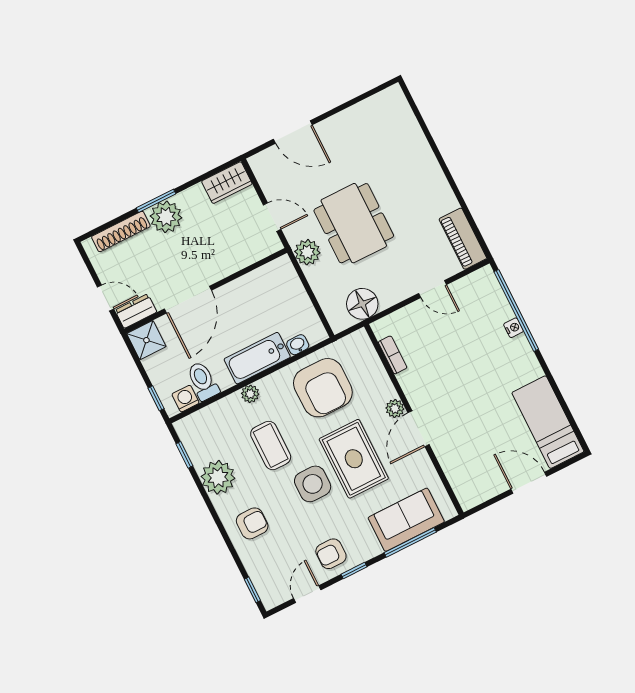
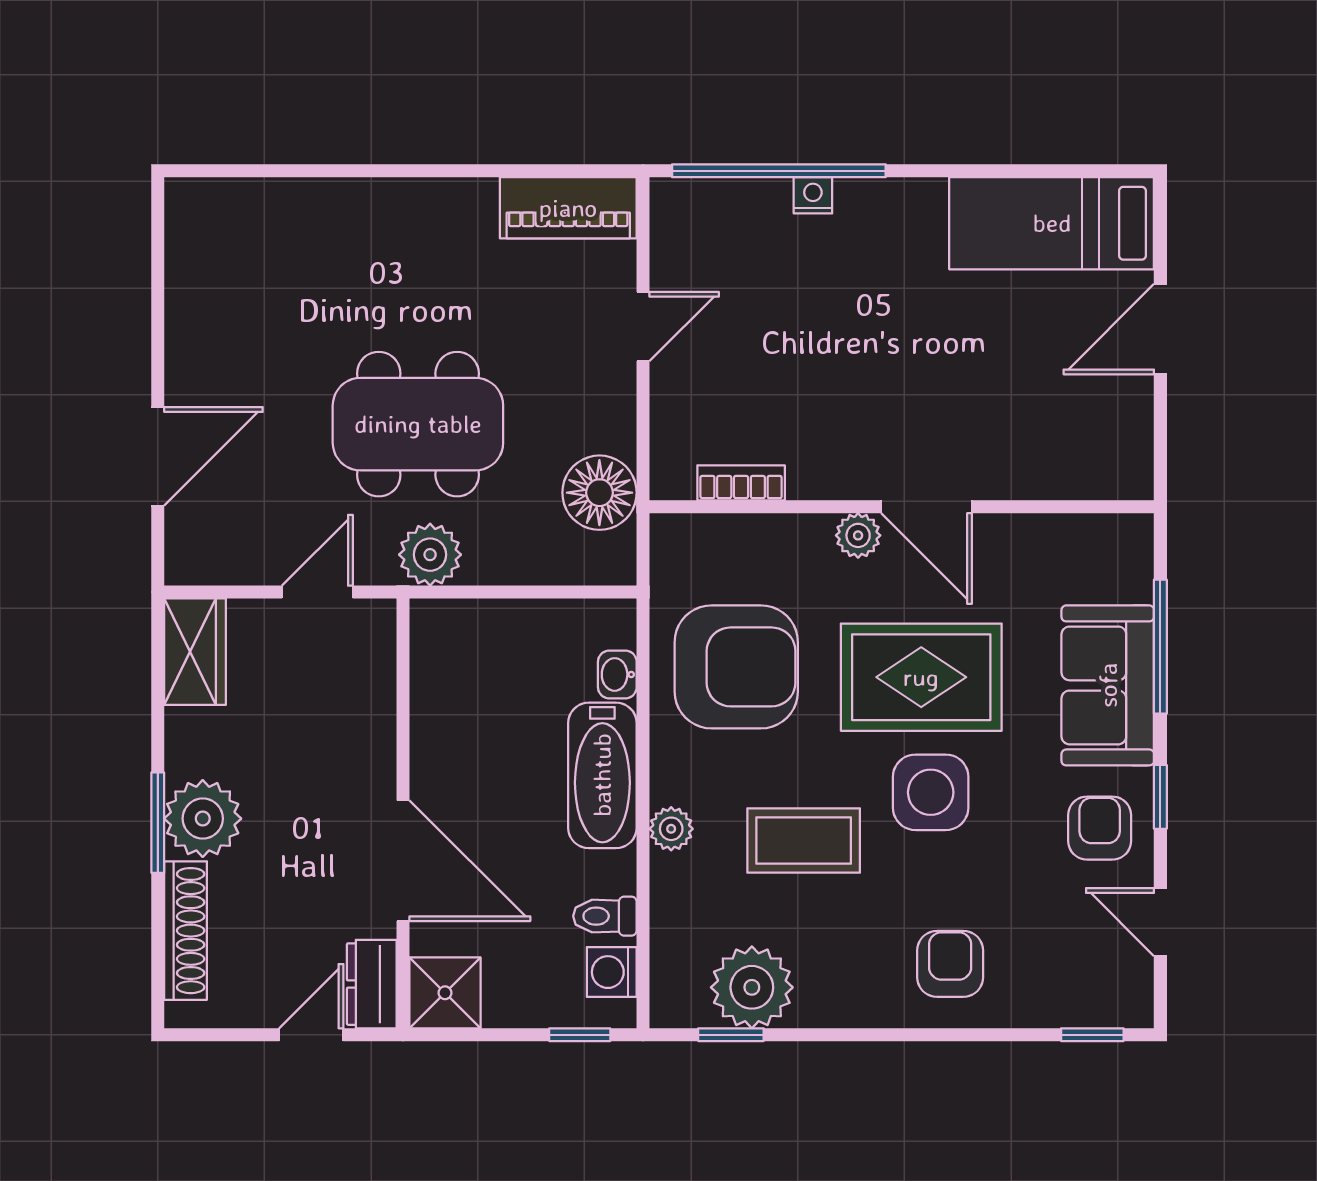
toilet: (203, 381) -> (605, 916), width x0.73, depth x0.72
plant: (218, 477) -> (752, 987), moved
sofa: (406, 520) -> (1108, 685), moved
armchair: (331, 554) -> (1100, 828), turned 180

